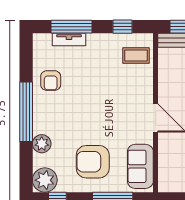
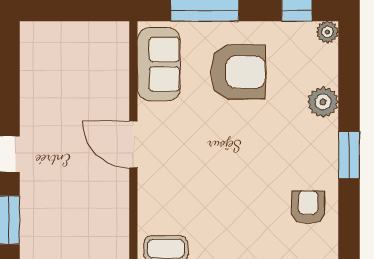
window: (26, 112) -> (349, 155), width x0.47
plant: (45, 180) -> (327, 32), width x0.53, depth x0.53

